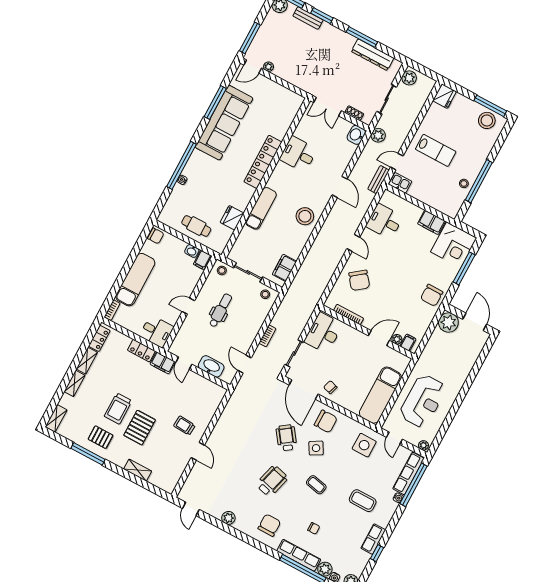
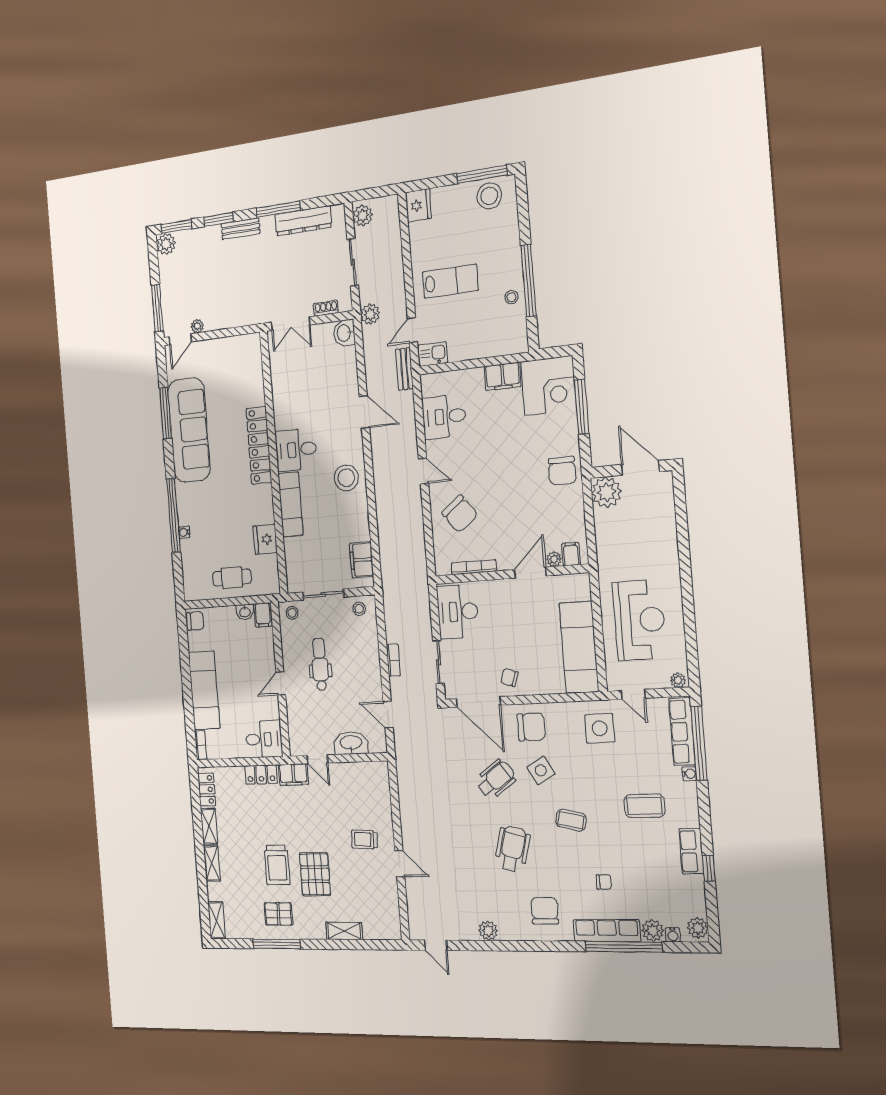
bench: (308, 18) -> (240, 229), moved
desk: (298, 154) -> (296, 450), moved
wheelchair: (286, 438) -> (496, 779), turned 90

